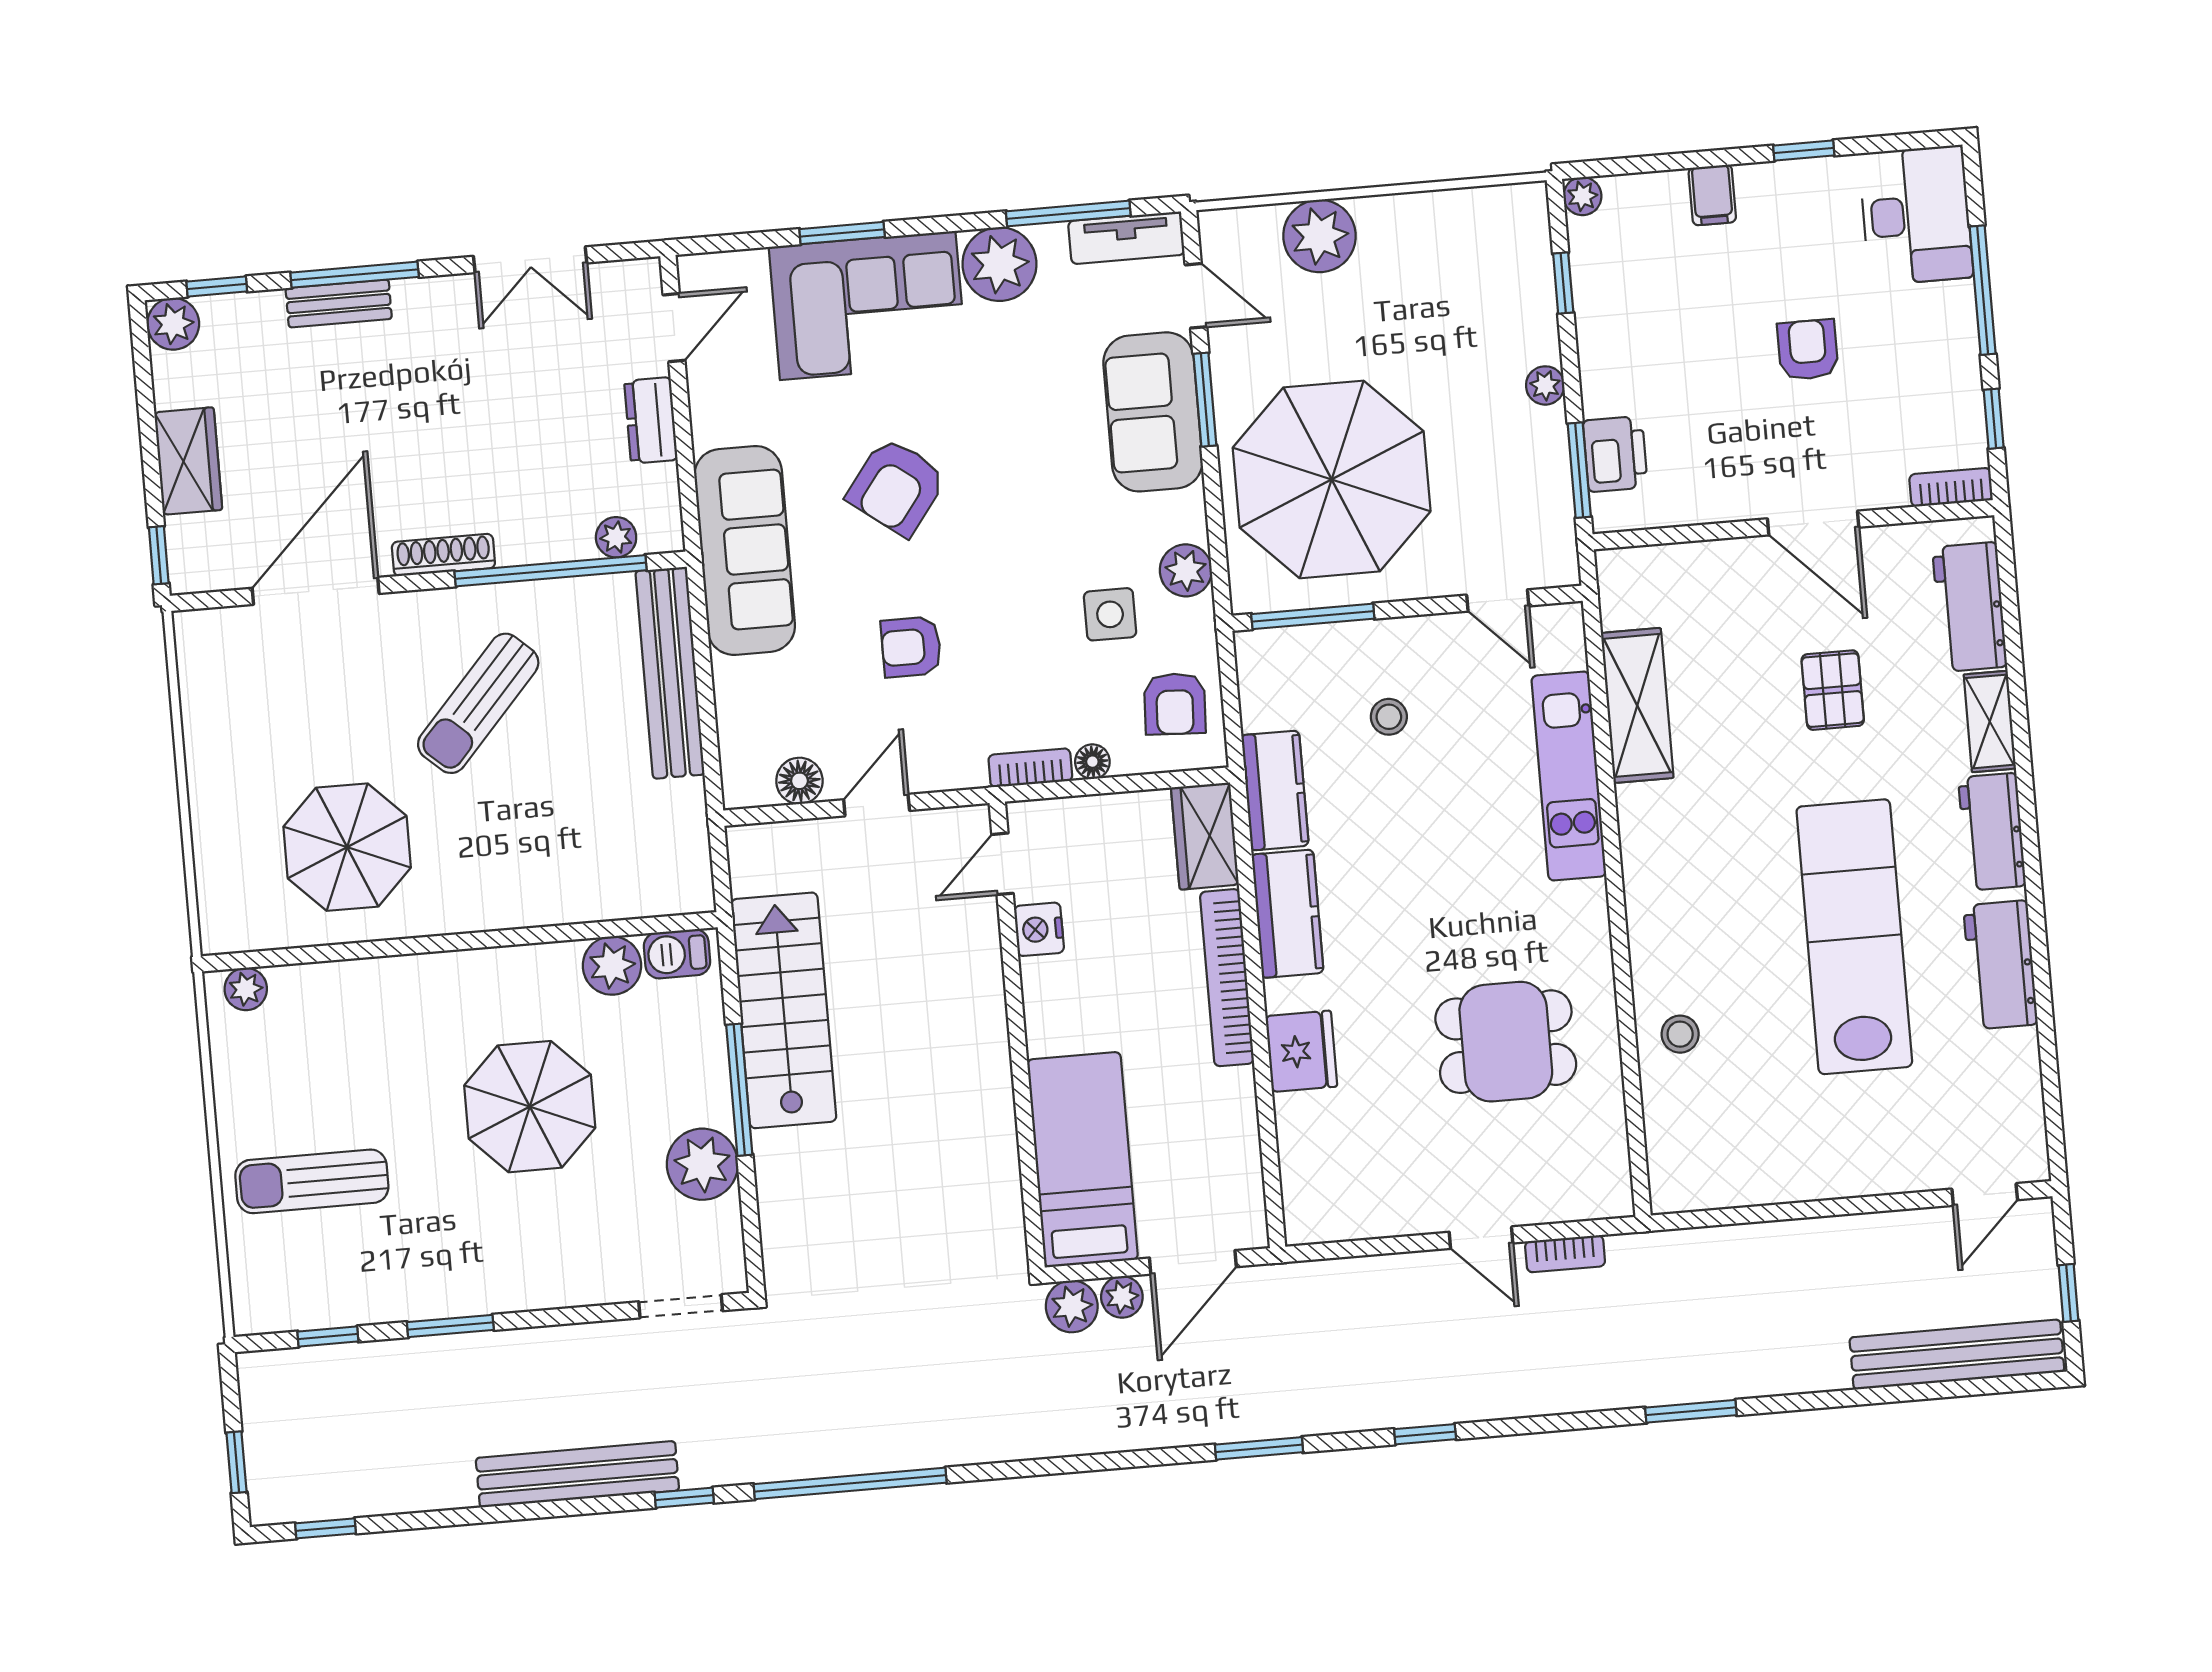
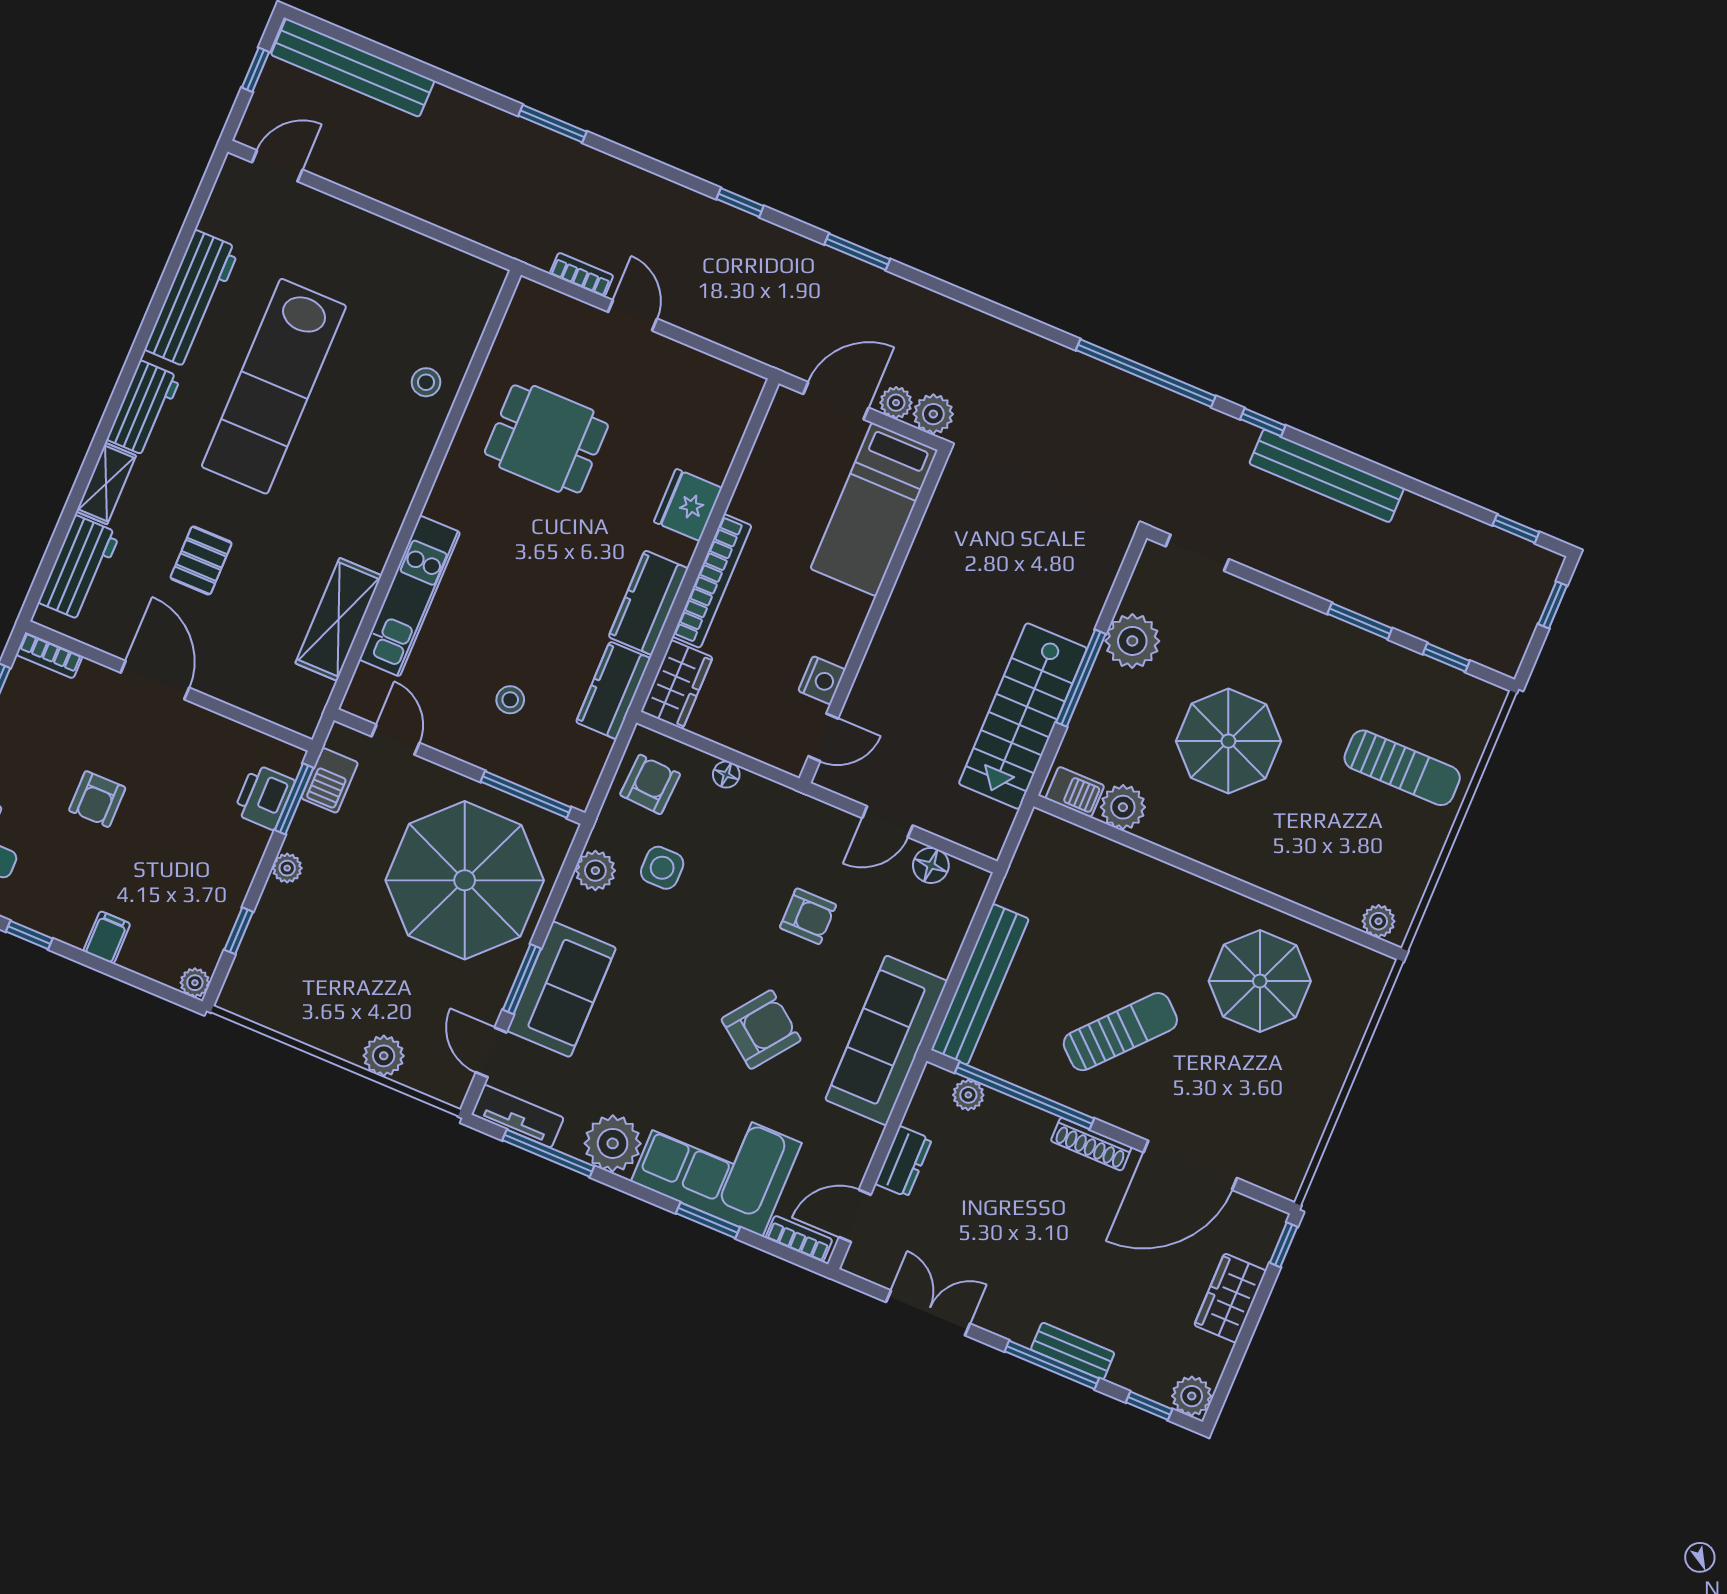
plant: (1320, 236) -> (384, 1056), width x0.73, depth x0.73
barbecue: (1549, 513) -> (330, 780), added
bookcase: (1030, 768) -> (799, 1239), moved, turned 180
workbench: (2000, 965) -> (192, 299), width x1.38

